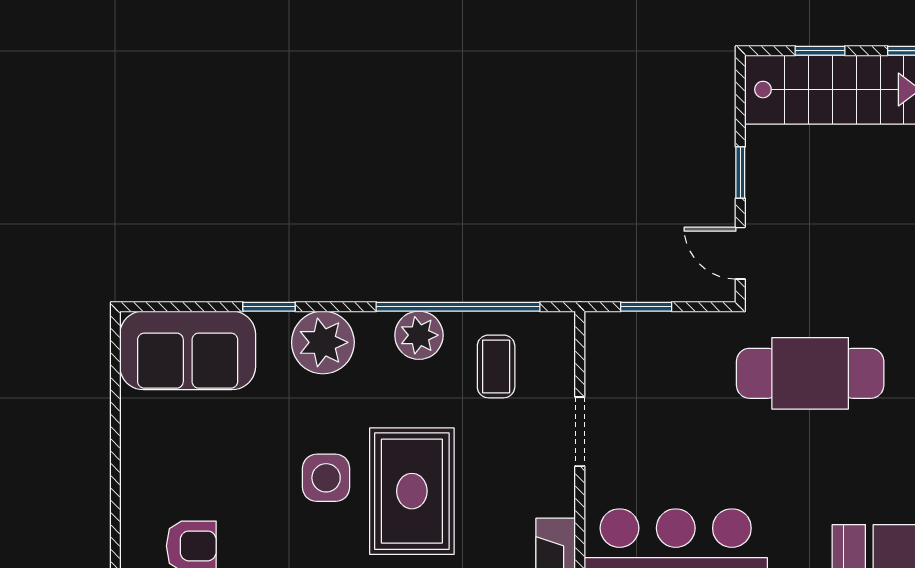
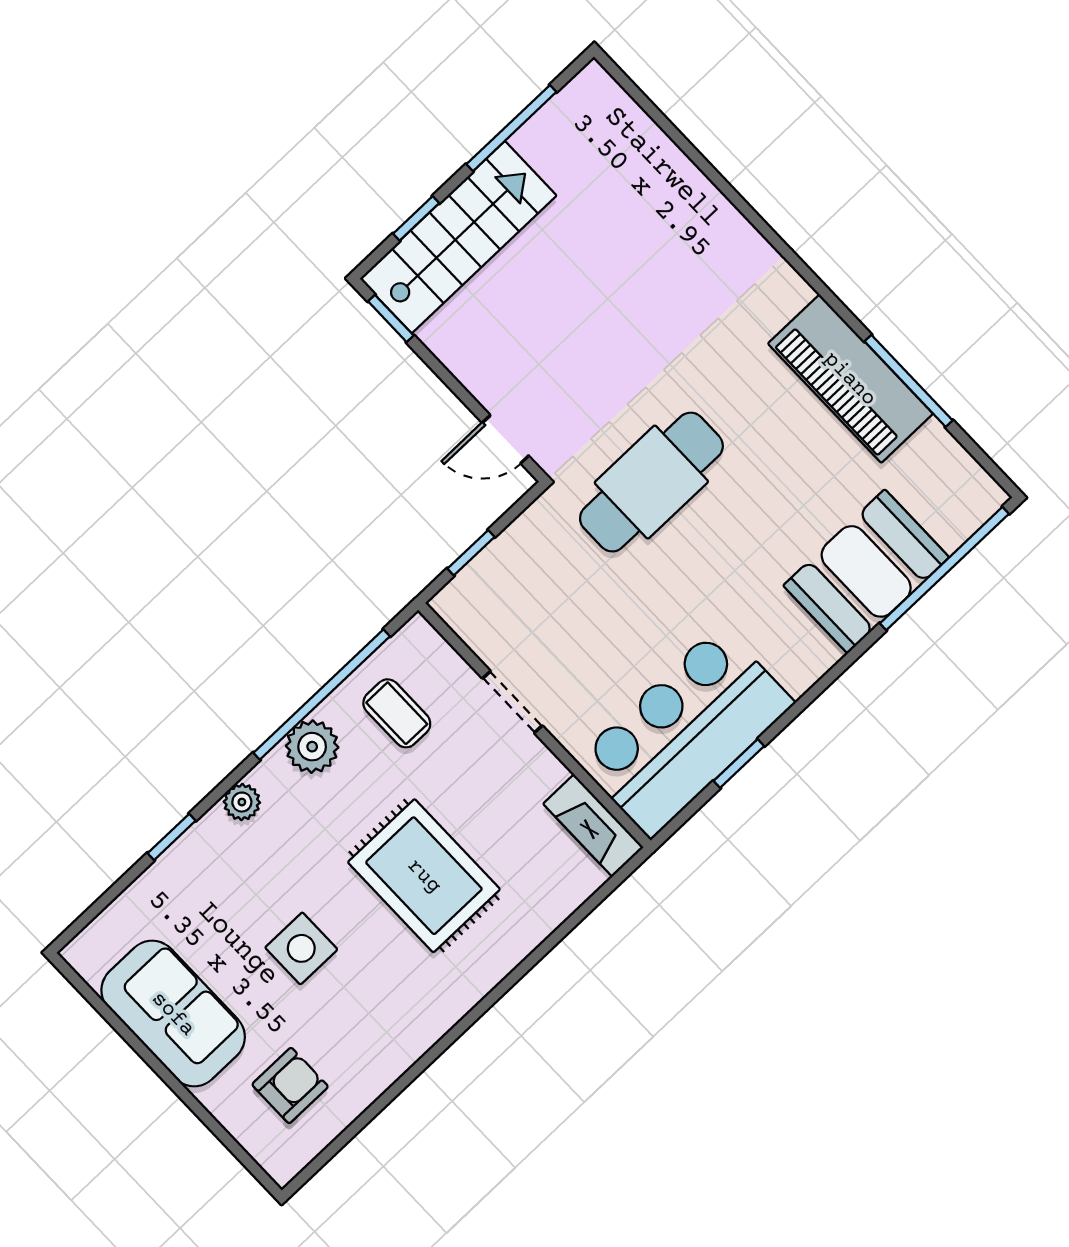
window: (740, 173) -> (391, 318), moved
plant: (323, 342) -> (242, 802), width x0.53, depth x0.53
sofa: (188, 350) -> (173, 1014), moved, turned -90
side table: (326, 478) -> (301, 948), moved

